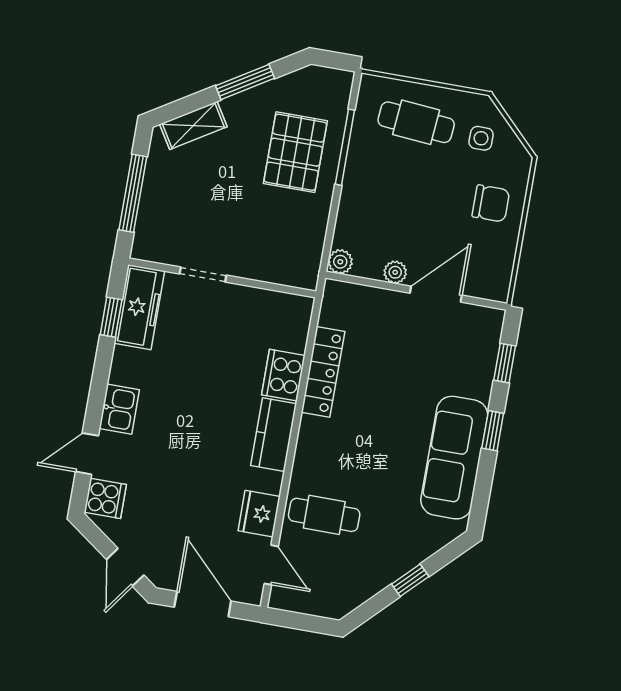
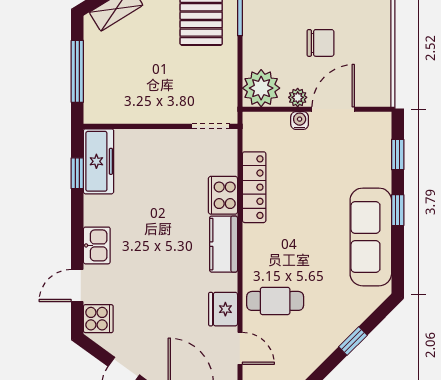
chair: (491, 203) -> (320, 43), moved
plant: (340, 262) -> (261, 88), width x1.88, depth x1.88
doorway: (203, 275) -> (211, 126), moved
water cooler: (393, 301) -> (300, 121), added

